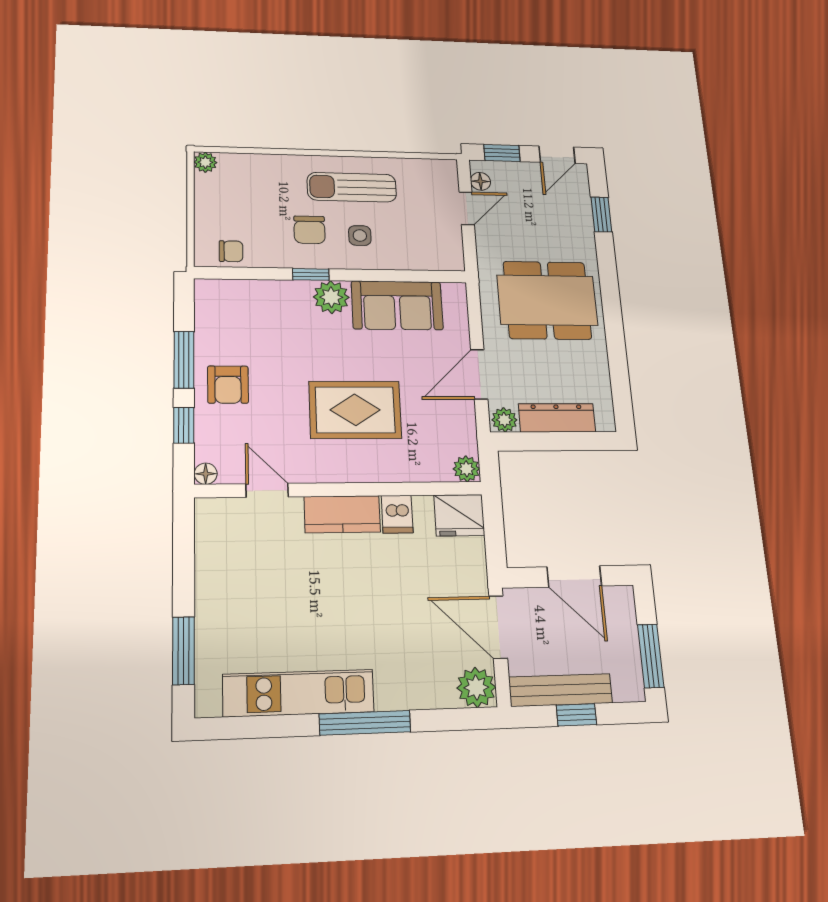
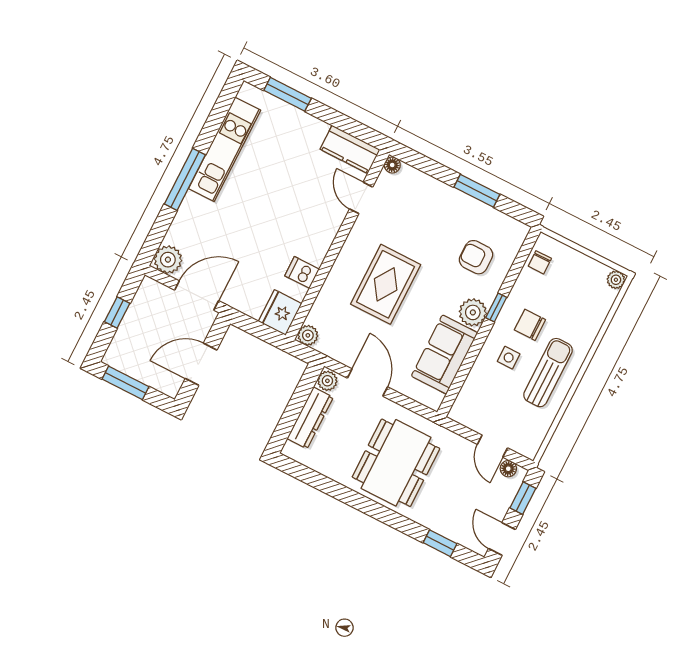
armchair: (228, 385) -> (476, 257), moved
window: (184, 425) -> (432, 168), removed
door: (267, 490) -> (361, 198), swing flipped
kitchen counter: (342, 514) -> (350, 149), moved, turned -90
bench: (561, 690) -> (137, 312), removed

